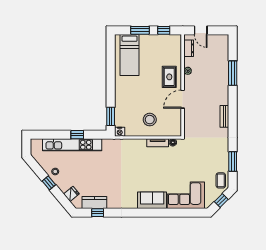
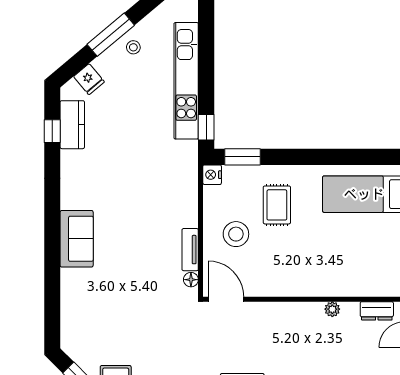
rug: (169, 77) -> (277, 205), moved, turned 90
door: (183, 99) -> (226, 299), moved
window: (77, 135) -> (206, 127), moved
window: (49, 183) -> (111, 35), width x2.17
corner sofa: (186, 195) -> (86, 305), removed

